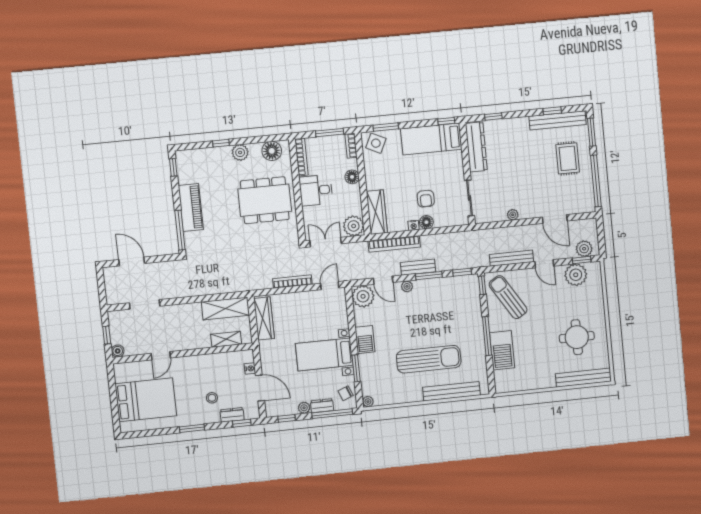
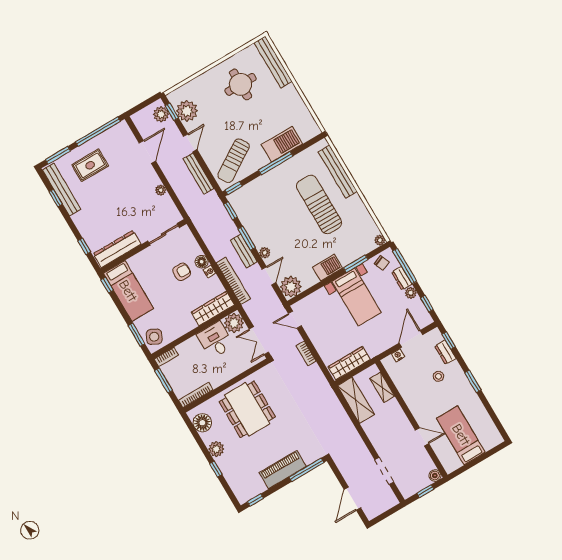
floor lamp: (352, 177) -> (193, 344), removed
desk: (316, 190) -> (215, 340), moved, turned 180
bookcase: (292, 282) -> (306, 353), width x0.64
bed: (146, 400) -> (461, 435), width x0.67

